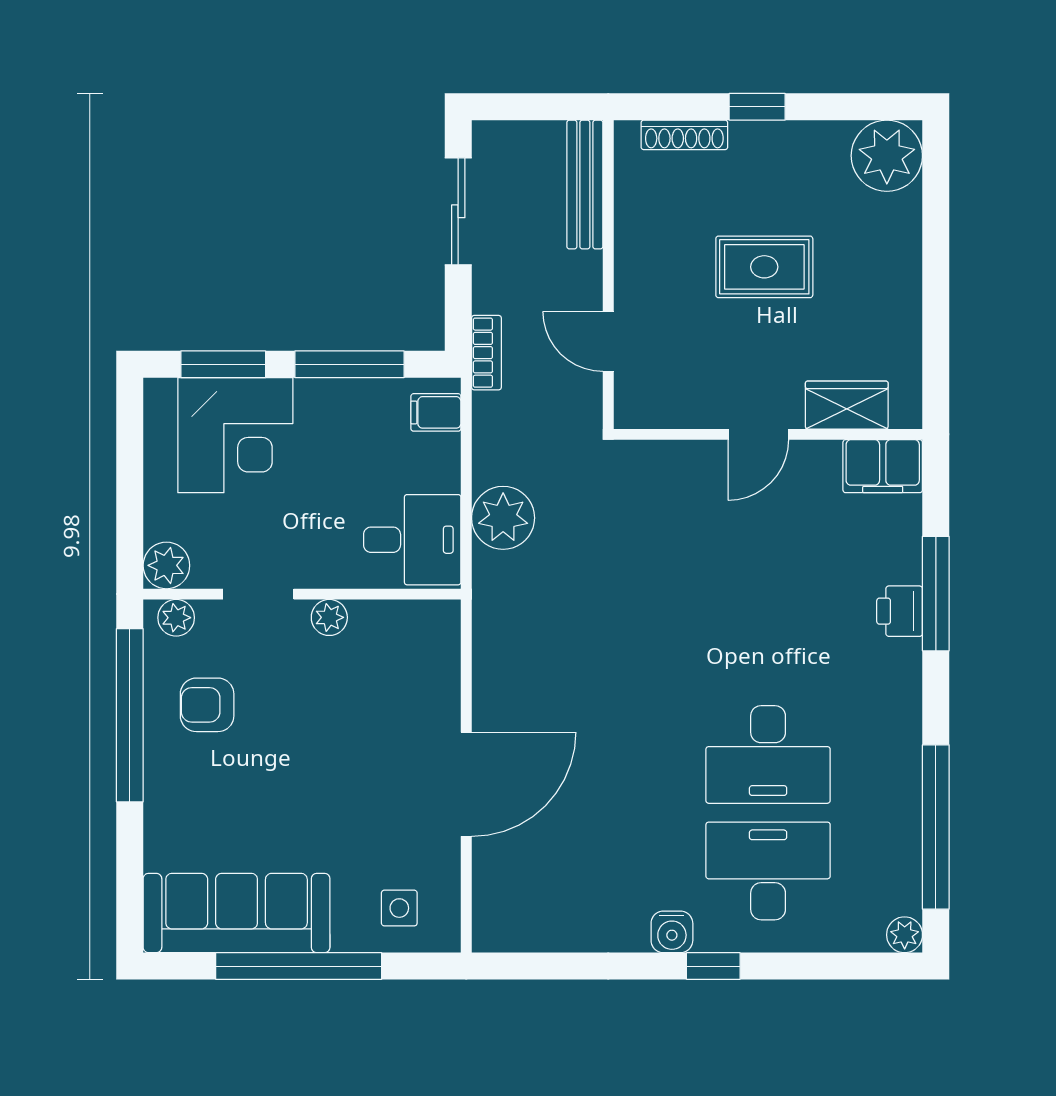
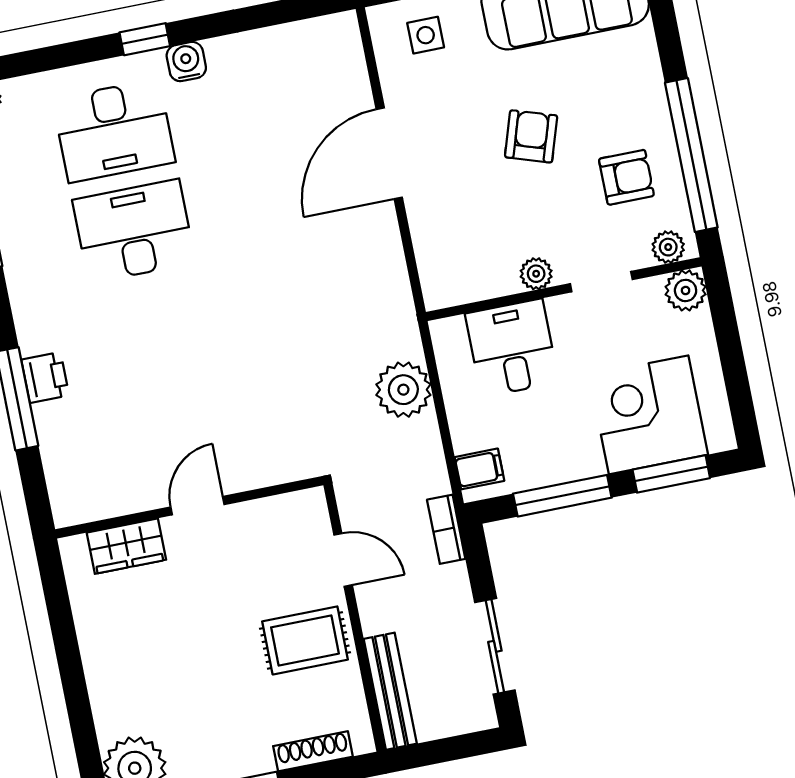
rug: (764, 267) -> (305, 640), moved
filing cabinet: (883, 466) -> (85, 500), removed
desk: (412, 540) -> (512, 348), moved, turned 90
armchair: (304, 772) -> (531, 136), added

